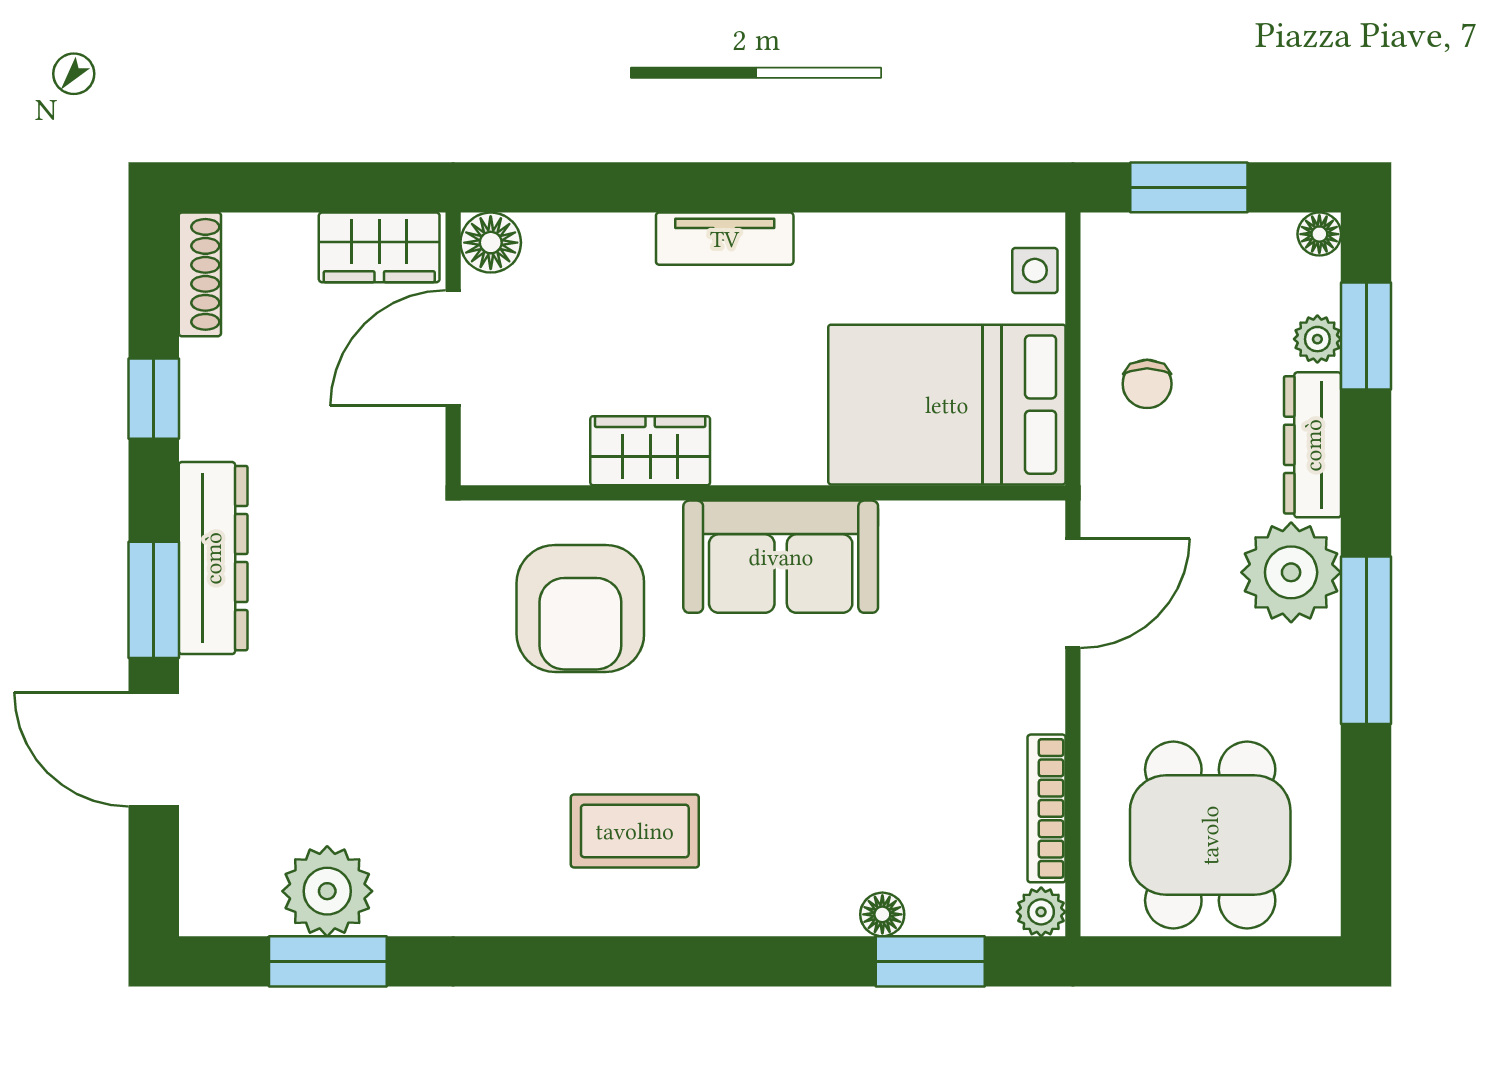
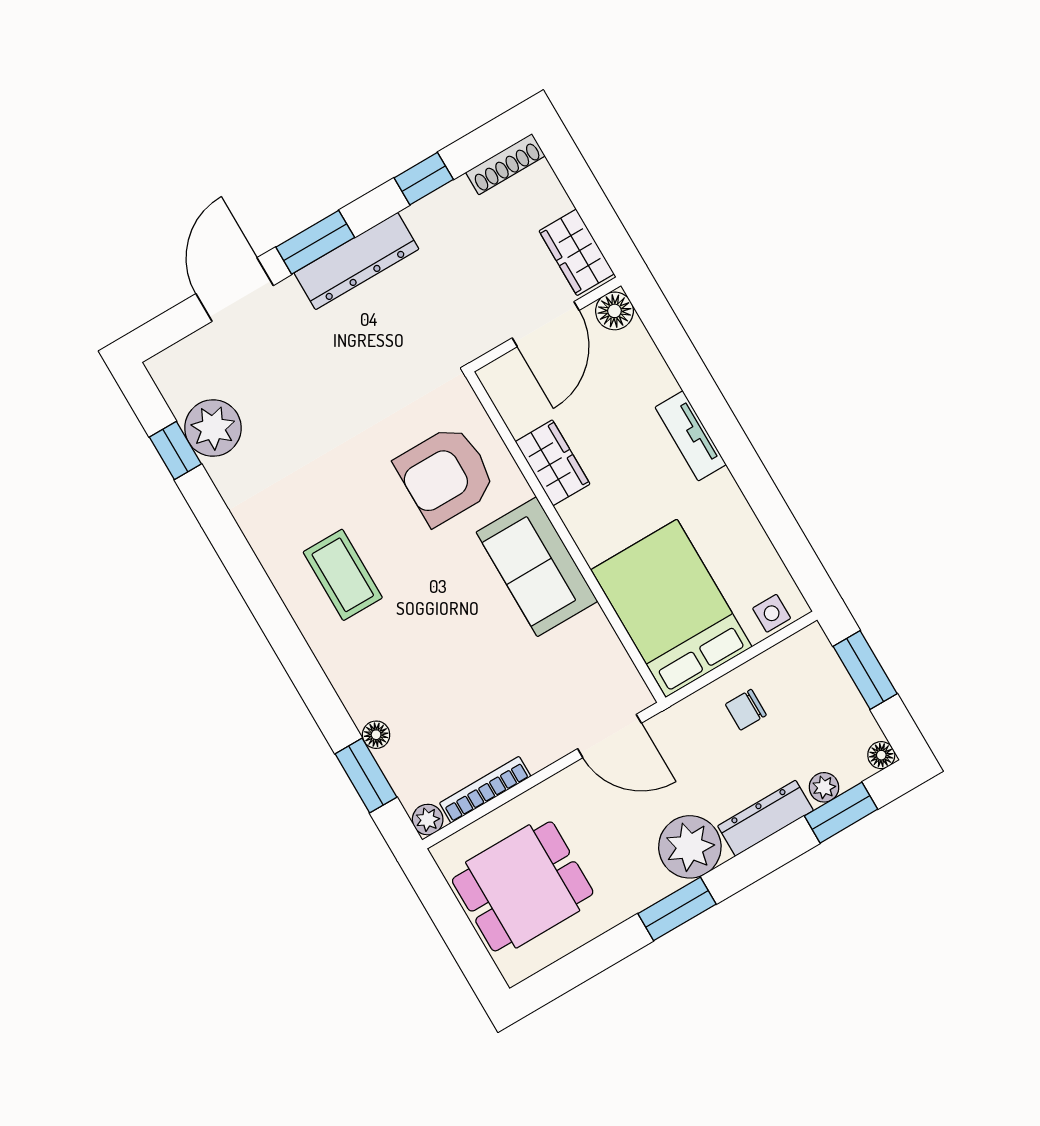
door: (453, 348) -> (546, 324), swing flipped
window: (1366, 640) -> (677, 909), width x0.69
window: (328, 961) -> (175, 451), width x0.67

